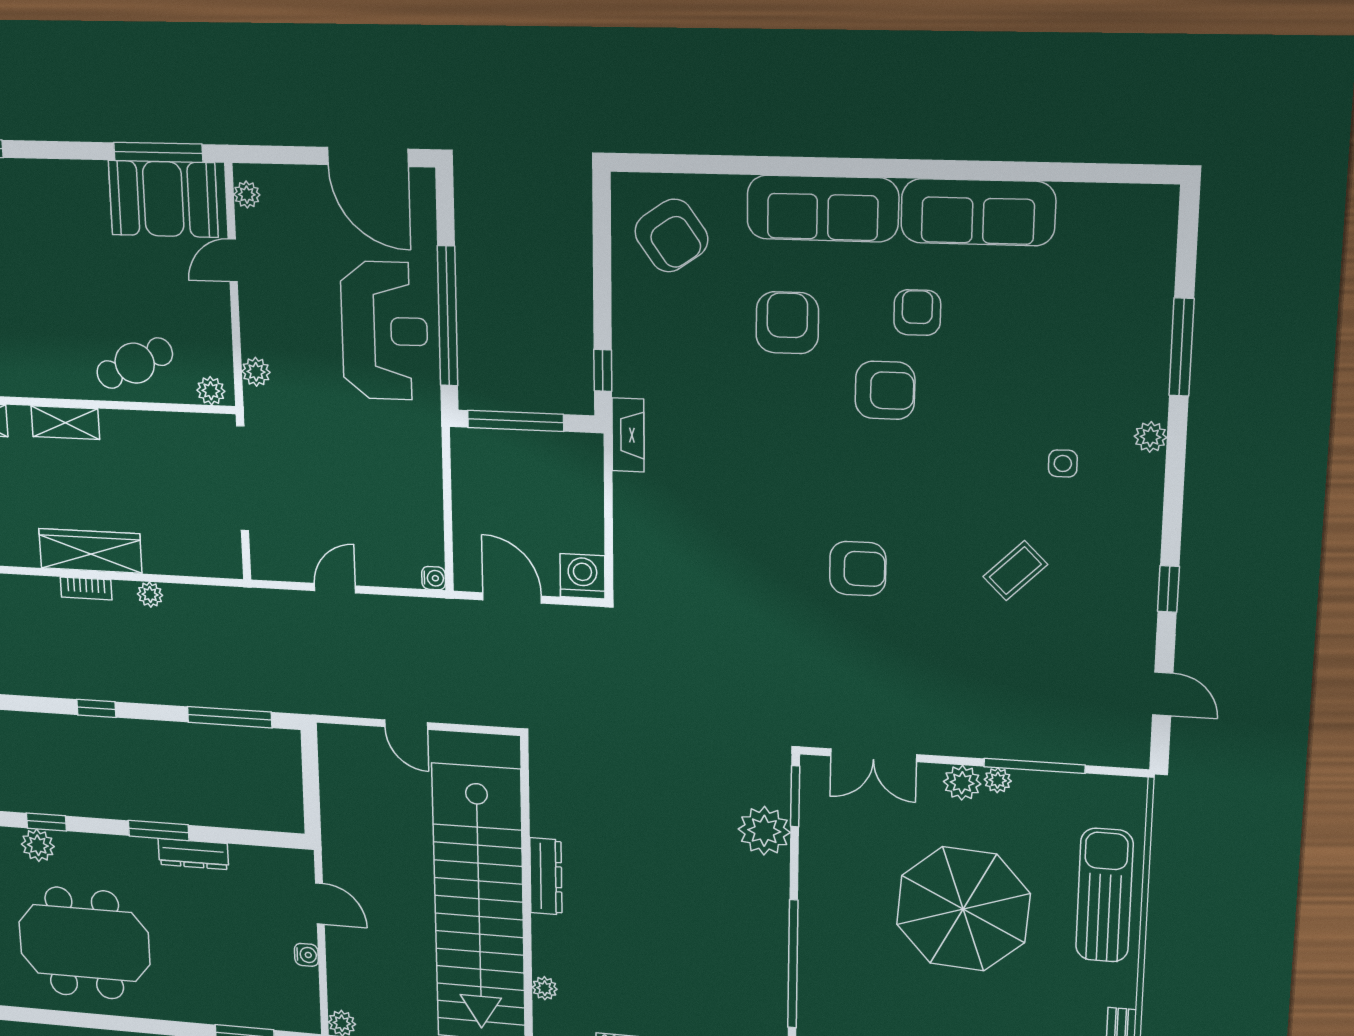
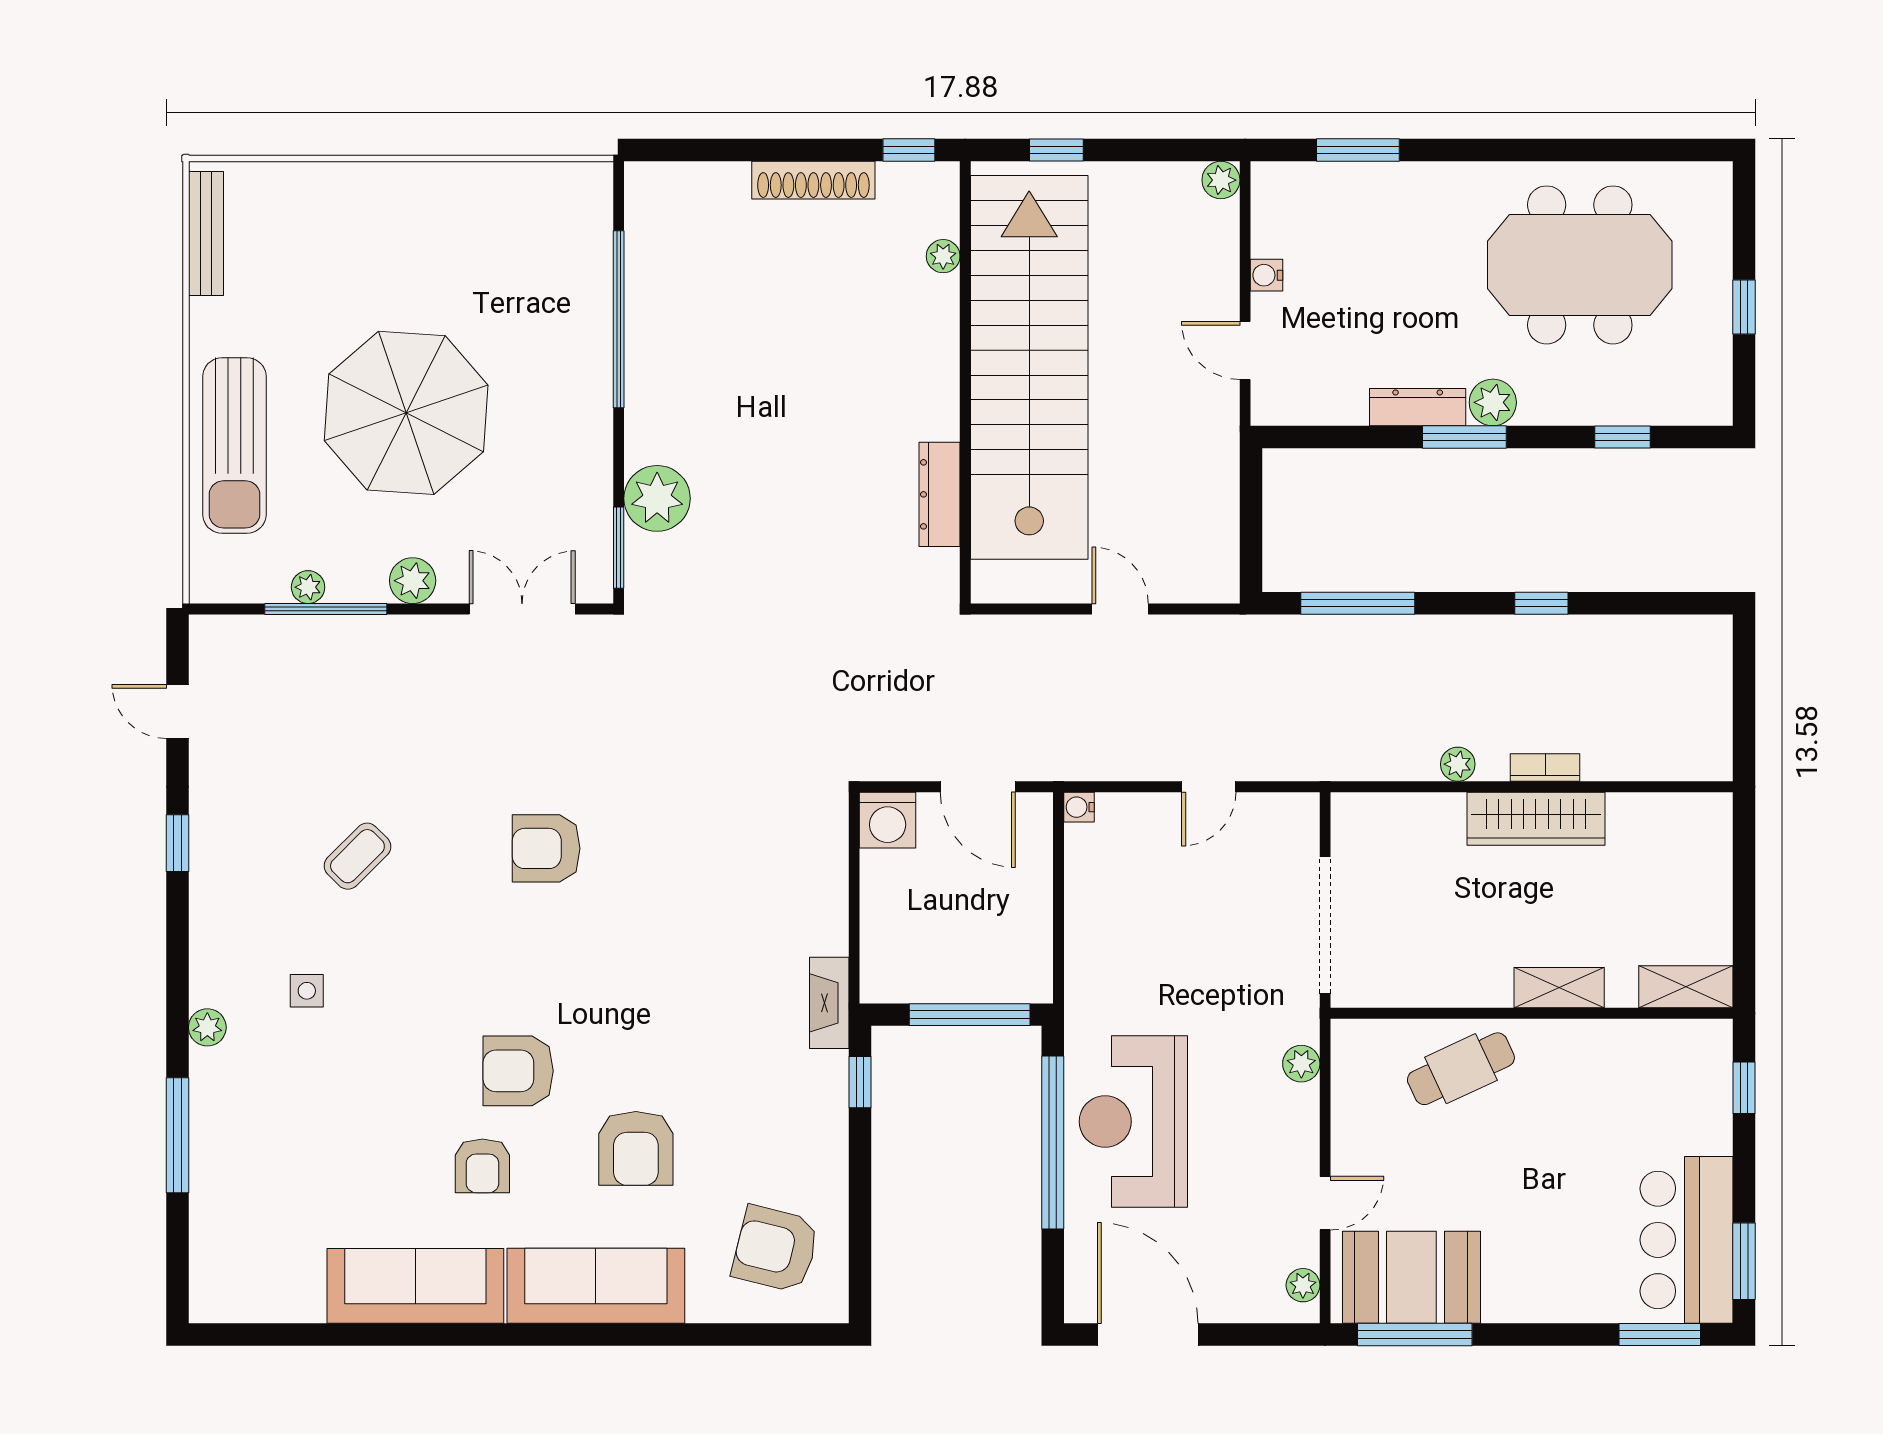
armchair: (671, 236) -> (776, 1249), turned -41
plant: (211, 391) -> (1362, 1037), removed
plant: (998, 780) -> (308, 587), moved
plant: (38, 845) -> (1493, 402), moved
dresser: (546, 876) -> (939, 494), moved

